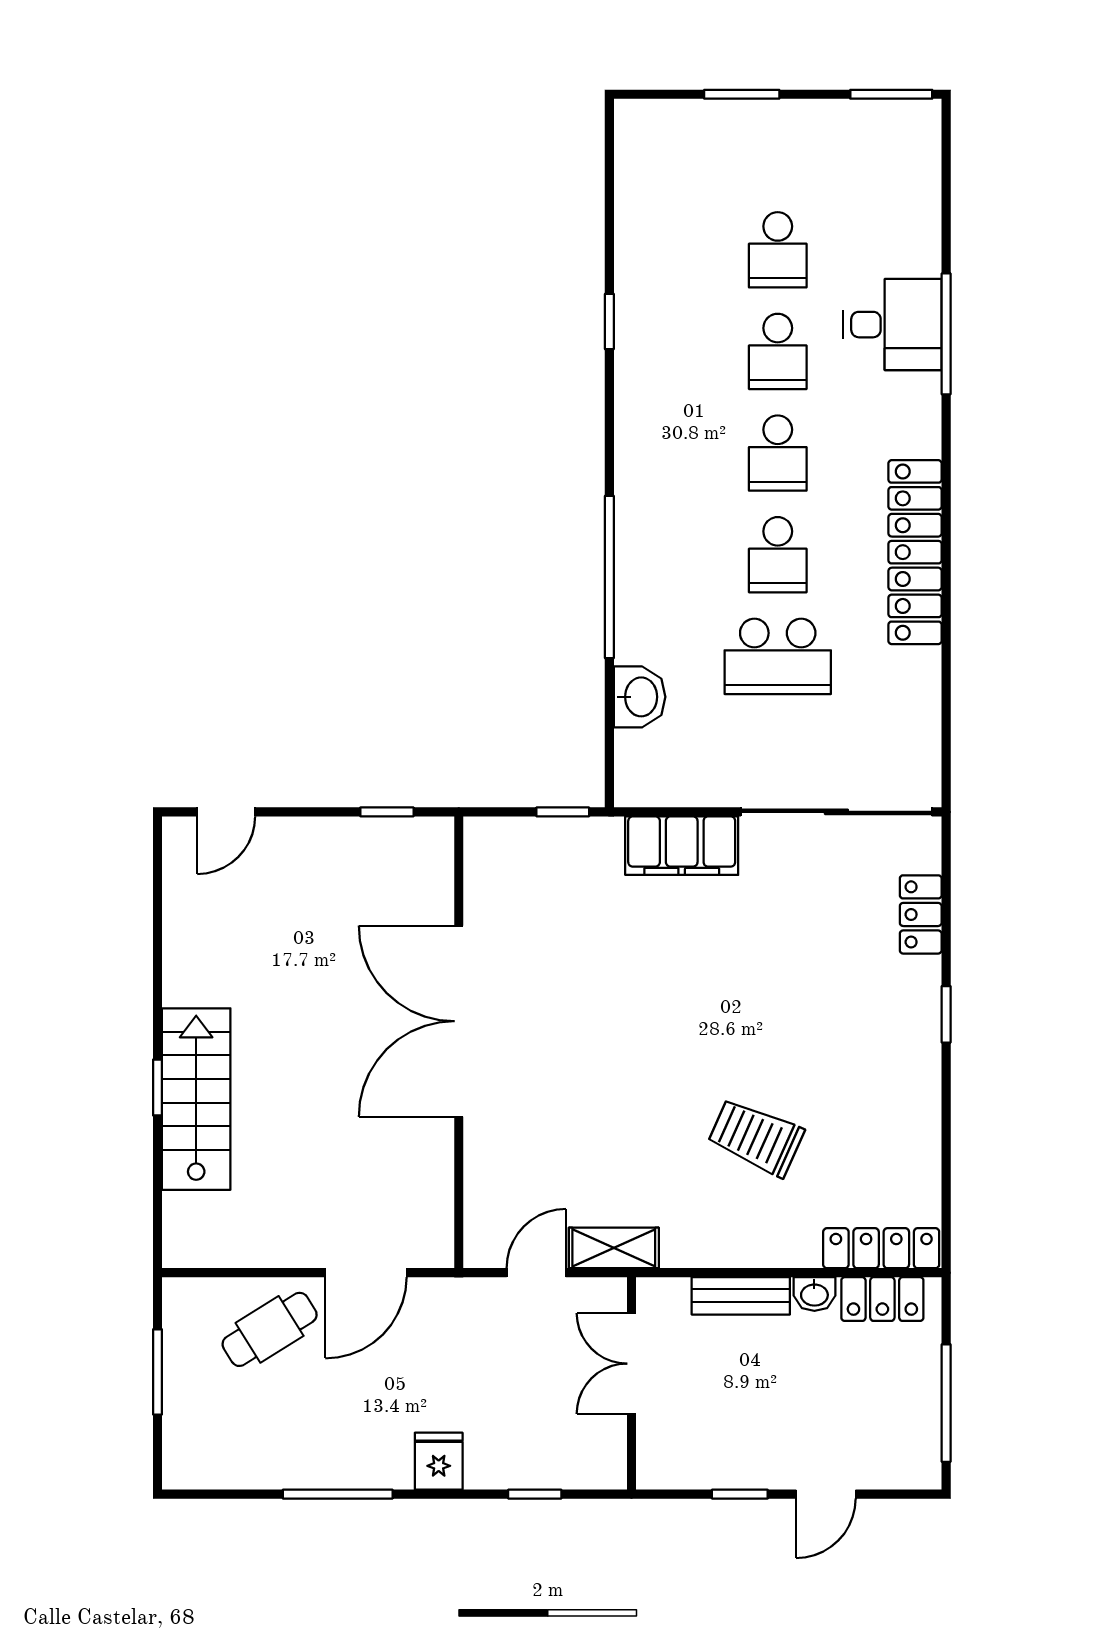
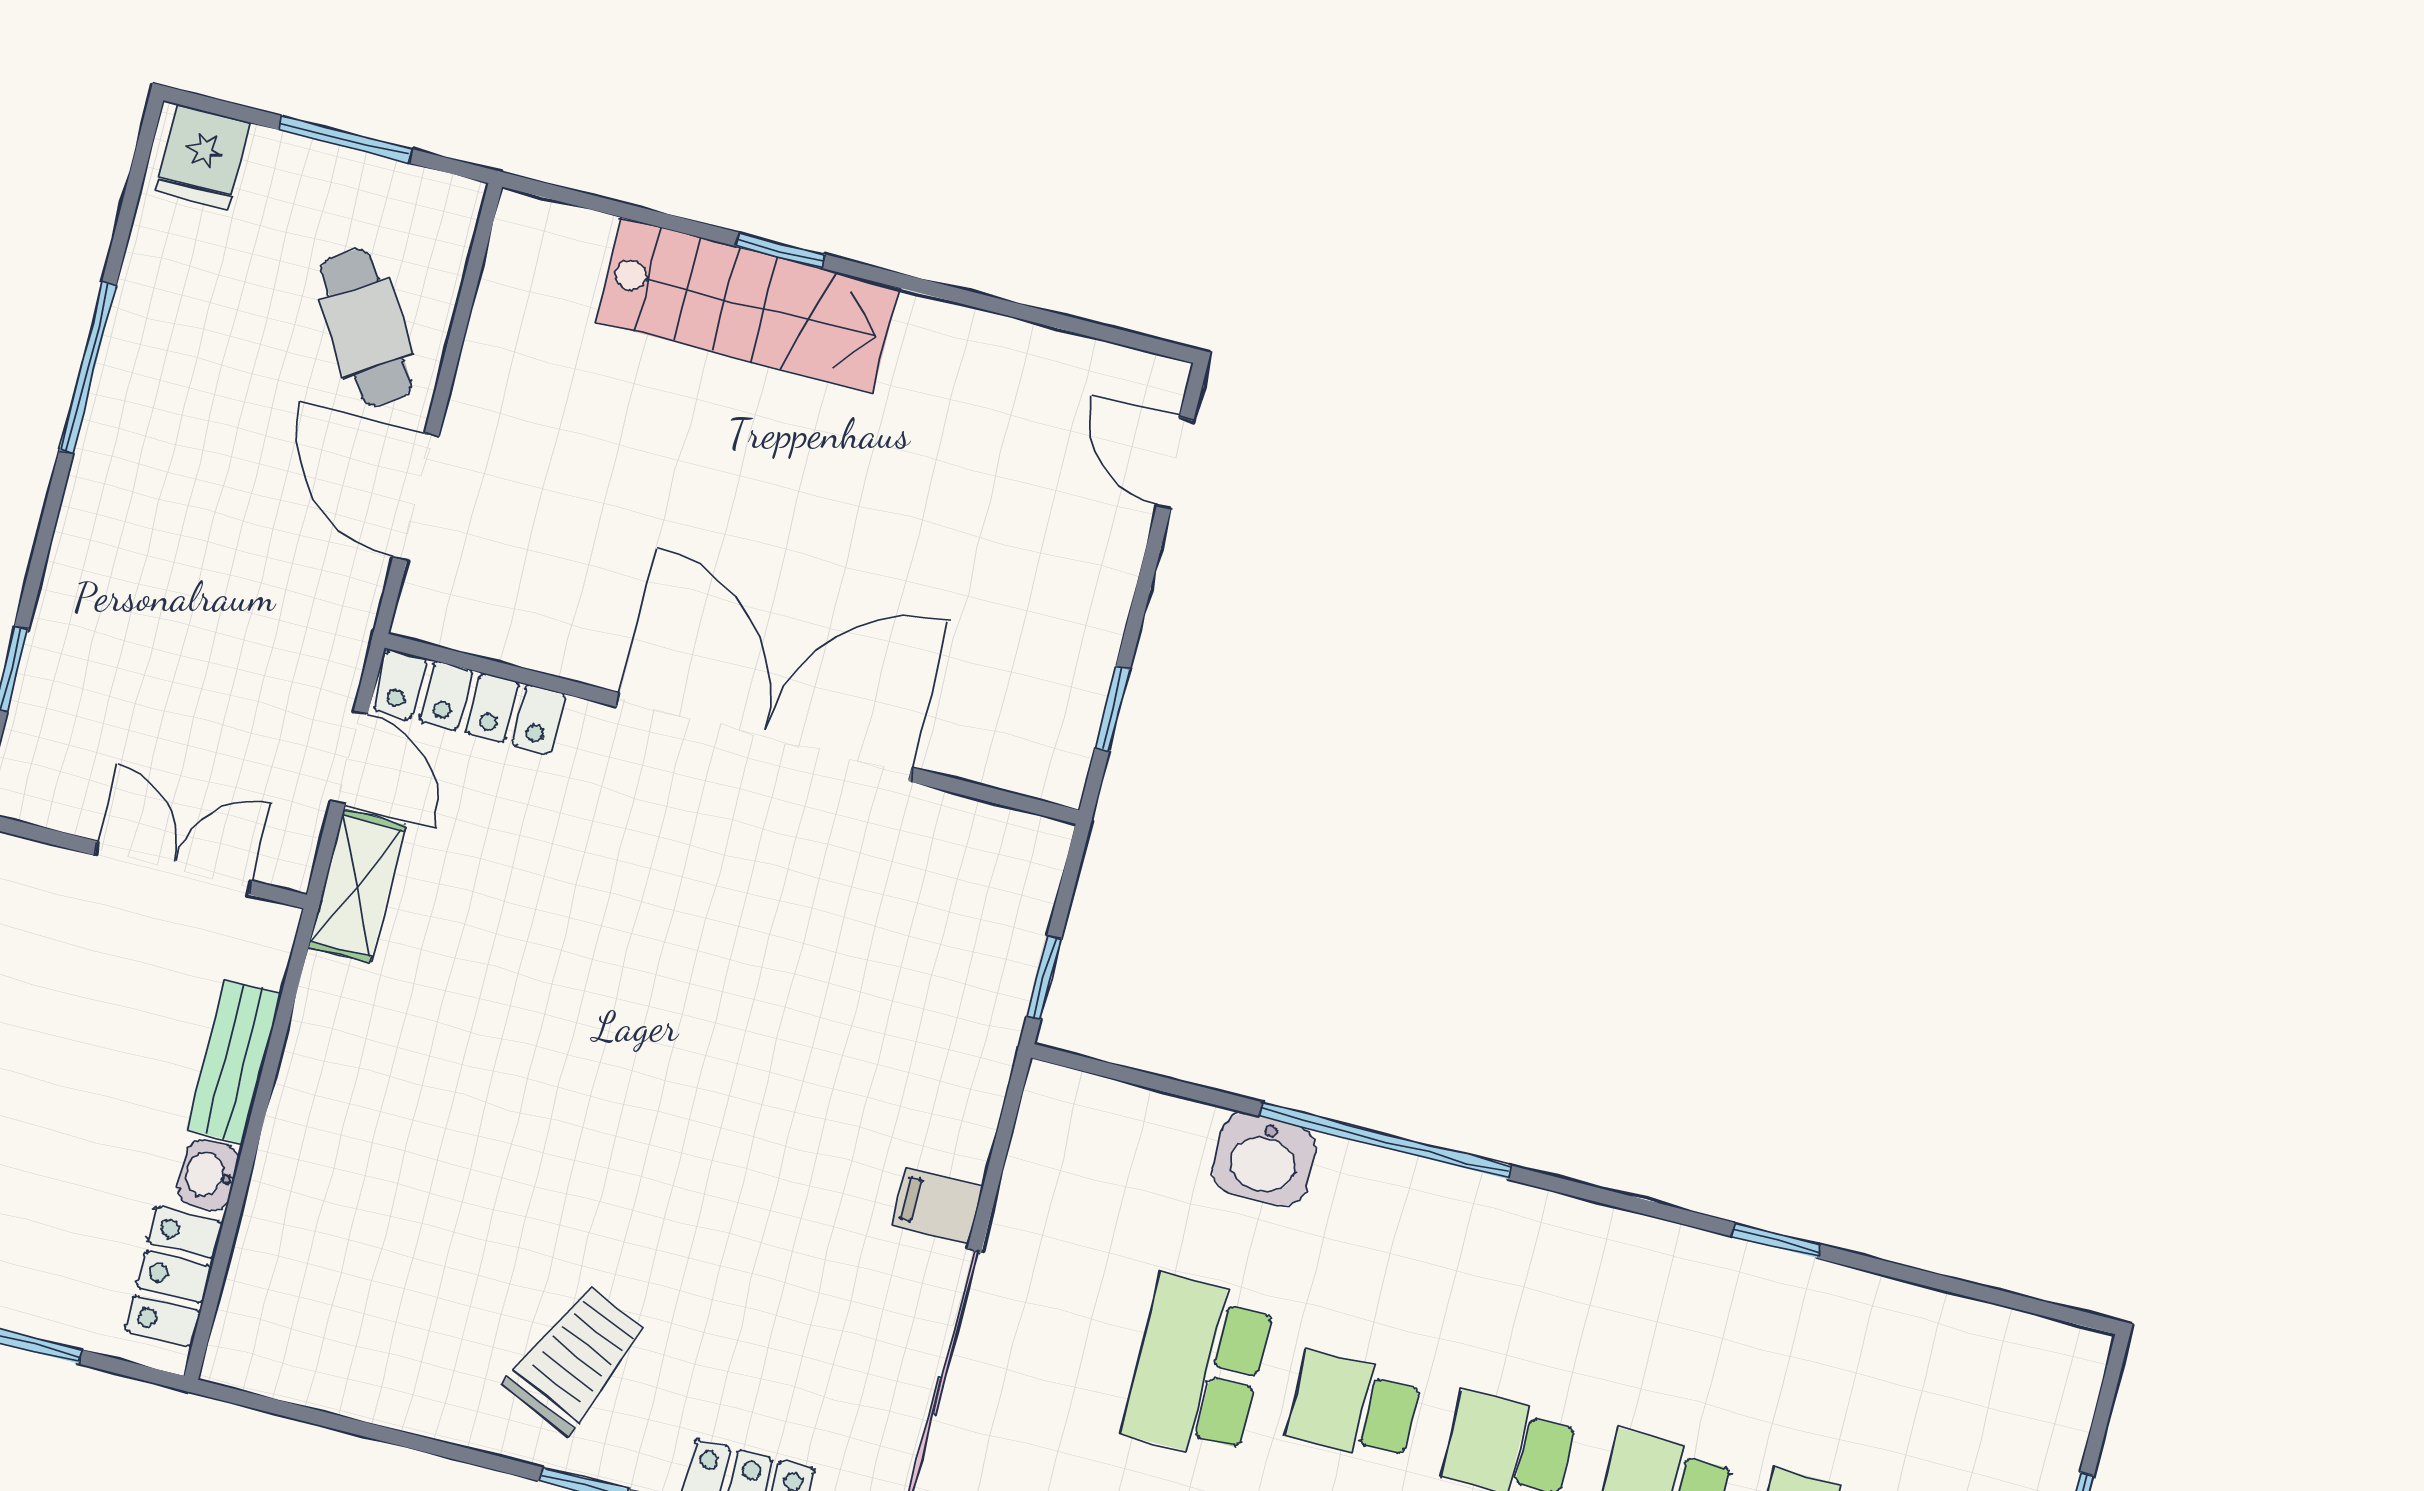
washbasin: (640, 697) -> (1264, 1159), moved
filing cabinet: (682, 846) -> (938, 1206), width x0.33, depth x0.86
trolley: (756, 1137) -> (576, 1359), moved
locker: (881, 1248) -> (469, 702), moved, turned 90
fridge: (439, 1461) -> (202, 157), moved, turned 90

